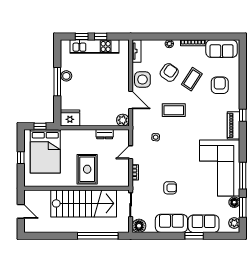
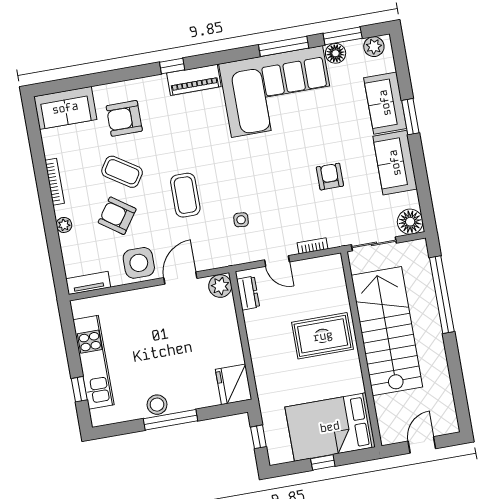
window: (101, 37) -> (73, 354), removed
sofa: (222, 49) -> (65, 108), moved, turned 90
dresser: (105, 134) -> (248, 293), moved
bed: (45, 151) -> (330, 427), moved, turned 180

